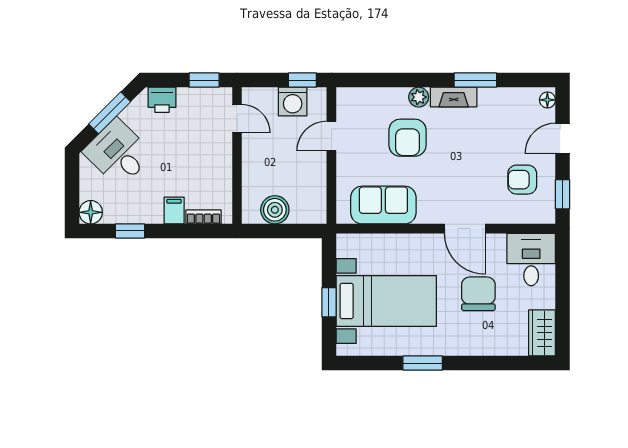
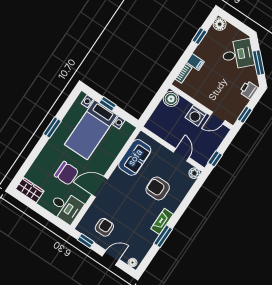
plant: (419, 97) -> (194, 173), moved
washing machine: (293, 101) -> (196, 116), moved, turned -90
door: (562, 138) -> (111, 258), hinge flipped
boiler: (275, 210) -> (171, 99), moved

